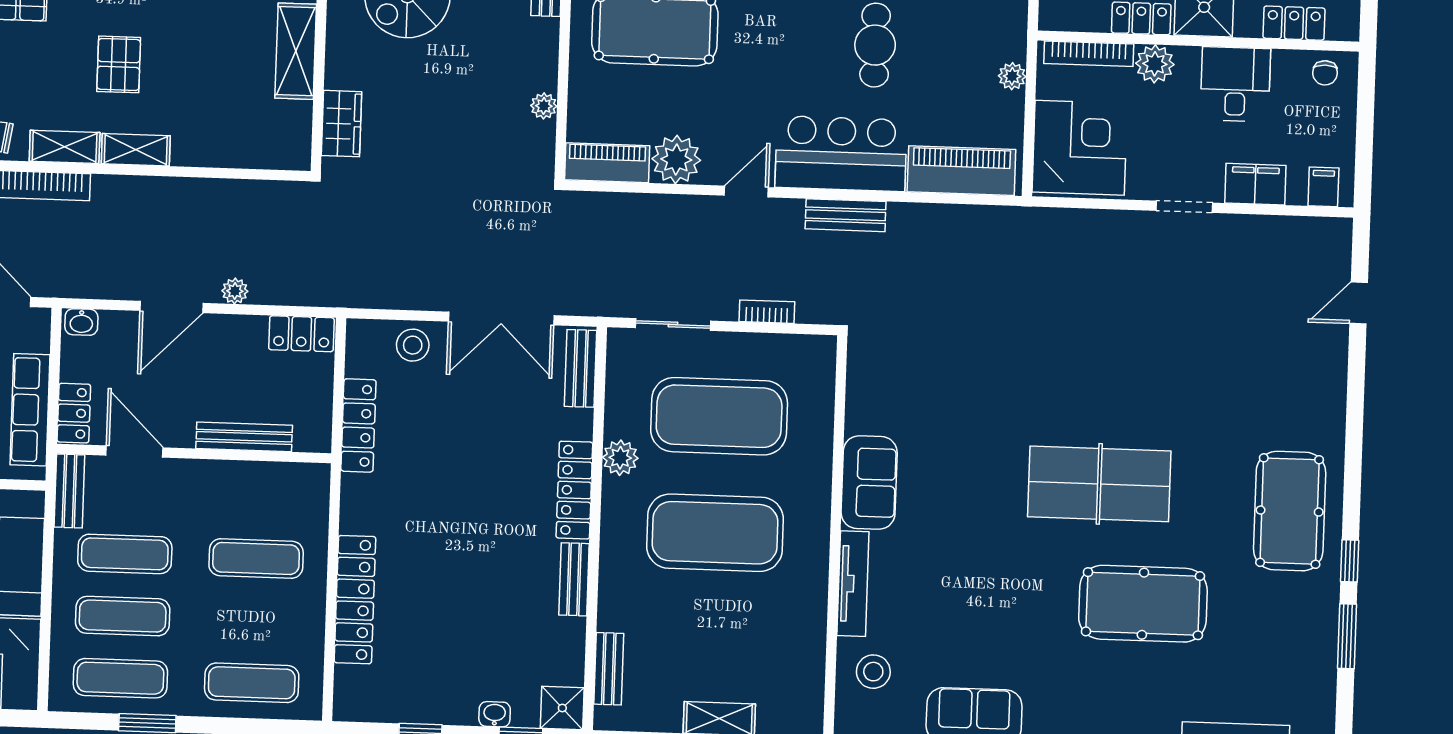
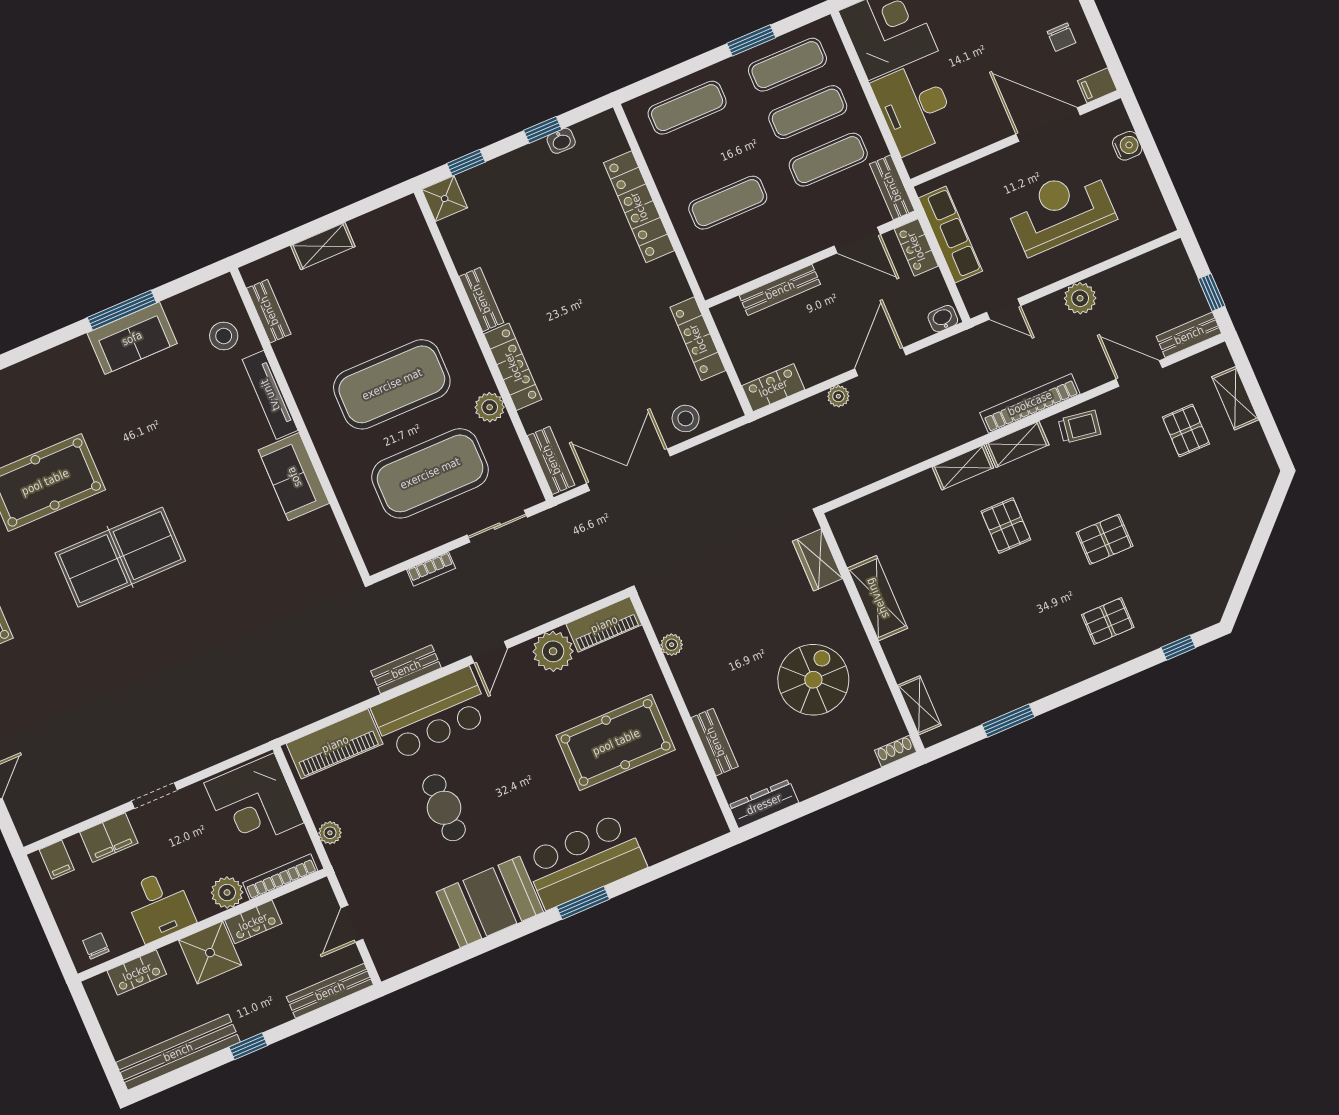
bench: (609, 669) -> (269, 311), moved
washbasin: (495, 714) -> (561, 141), moved

